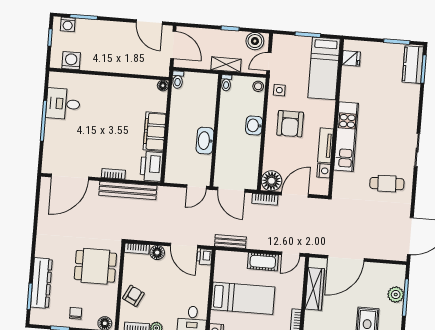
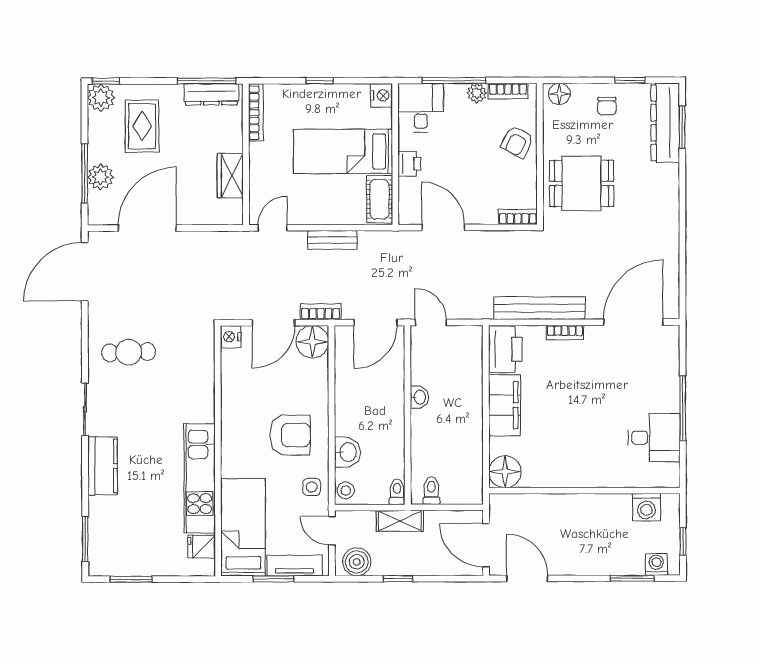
door: (269, 62) -> (332, 531), swing flipped
kitchen counter: (413, 65) -> (103, 466), moved
toilet: (178, 80) -> (432, 491), moved
floor lamp: (163, 86) -> (505, 472), width x1.89, depth x1.89
armchair: (290, 124) -> (290, 435), turned 90
washbasin: (254, 125) -> (347, 452), moved
kitchen unit: (346, 137) -> (200, 478), moved
washbasin: (205, 141) -> (419, 397), width x0.52, depth x0.69
tv unit: (325, 145) -> (295, 566), moved, turned -90
nightstand: (324, 171) -> (231, 337), moved
door: (197, 187) -> (431, 322), hinge flipped
door: (231, 190) -> (375, 323), swing flipped
bench: (230, 242) -> (332, 240), moved
floor lamp: (157, 253) -> (485, 213), removed
printer: (204, 257) -> (409, 164), moved
door: (346, 258) -> (147, 228), moved
cot: (263, 262) -> (380, 199), moved, turned 90
dresser: (41, 283) -> (665, 123), moved
wardrobe: (315, 289) -> (230, 175), width x0.67

